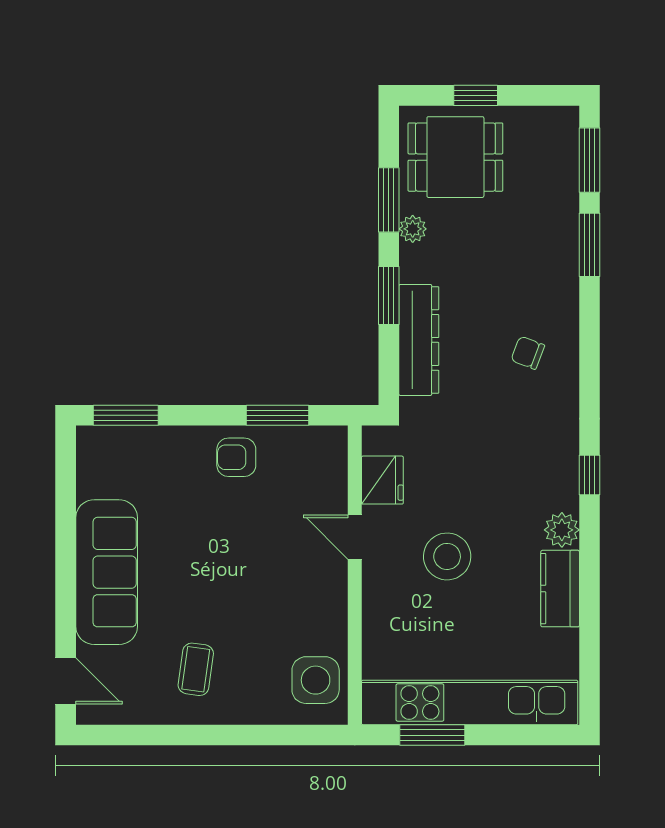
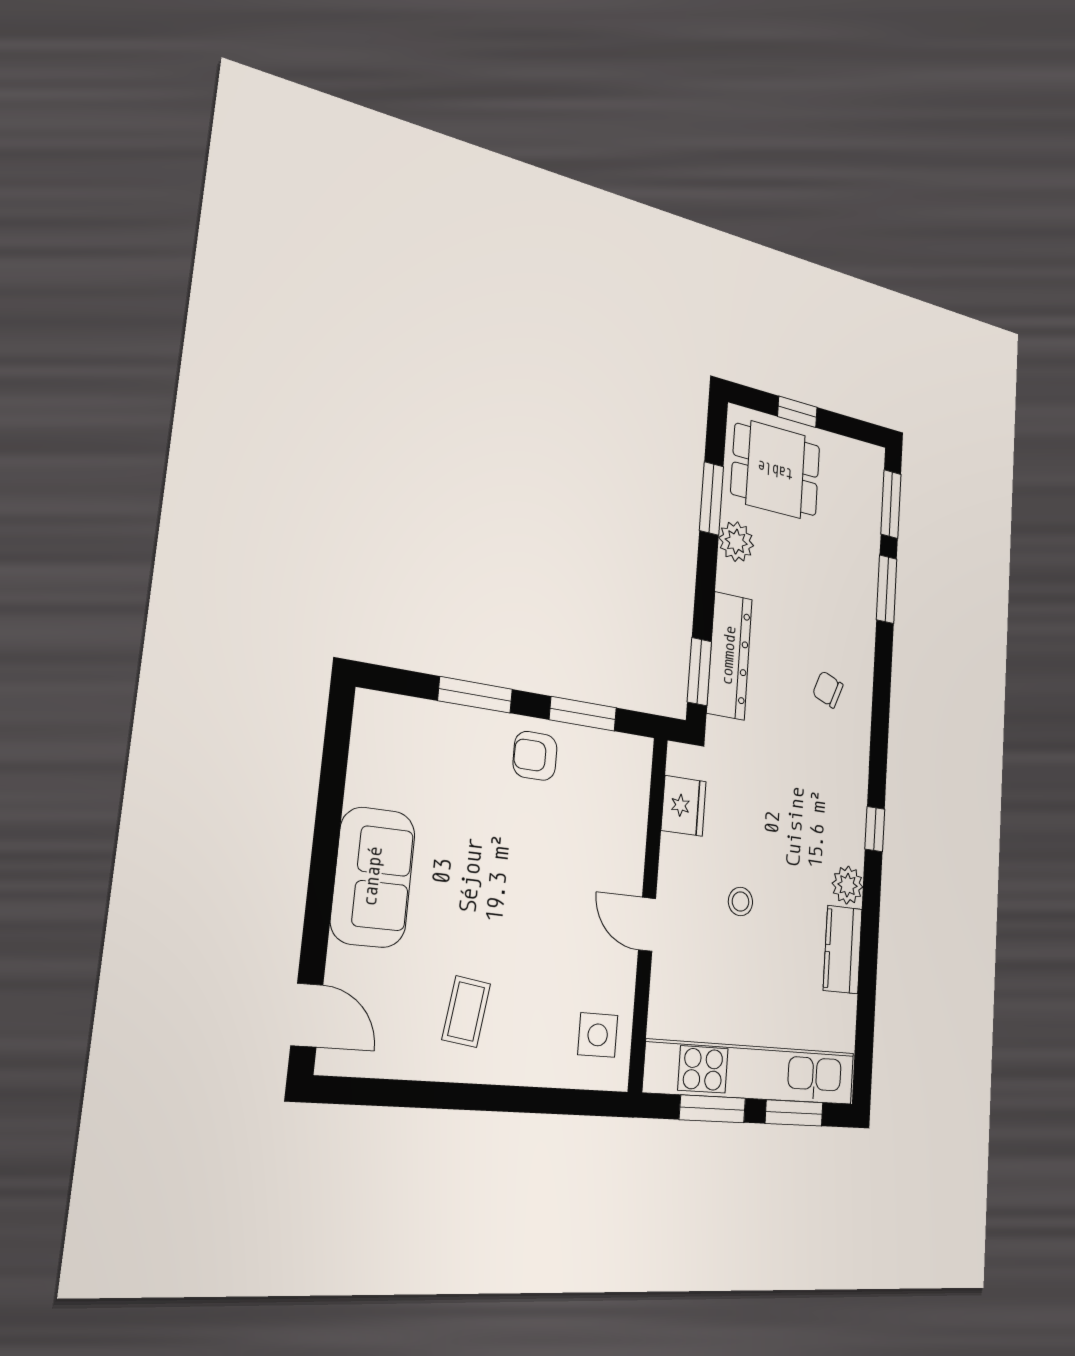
plant: (413, 229) -> (736, 542), width x1.38, depth x1.38
window: (389, 295) -> (699, 672), moved
window: (126, 415) -> (475, 695), moved
door: (355, 537) -> (647, 924), moved
stool: (447, 556) -> (740, 901), width x0.53, depth x0.53
sofa: (107, 572) -> (373, 877), width x0.73
side table: (316, 680) -> (598, 1035), width x0.73, depth x0.73
window: (517, 735) -> (794, 1113), added

